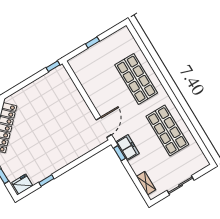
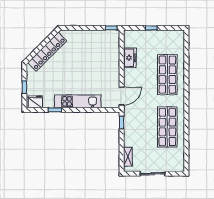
freezer: (127, 148) -> (130, 58), moved
kitchen unit: (64, 159) -> (78, 101), added

